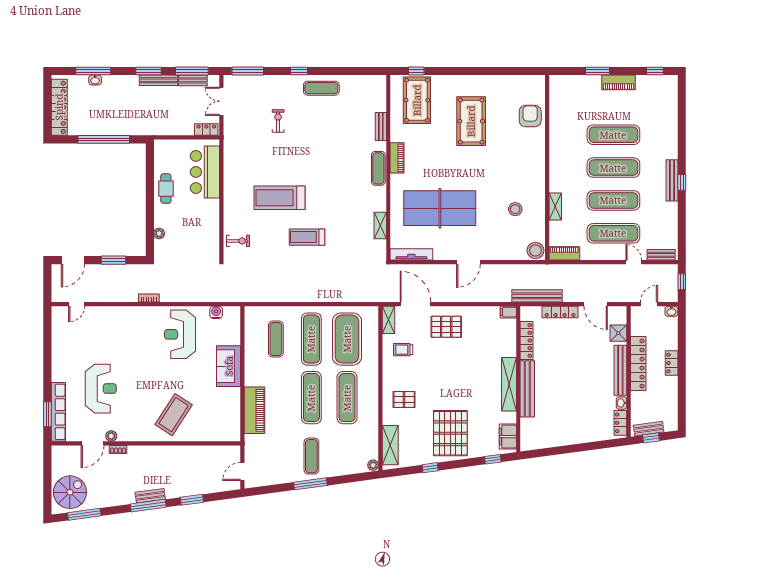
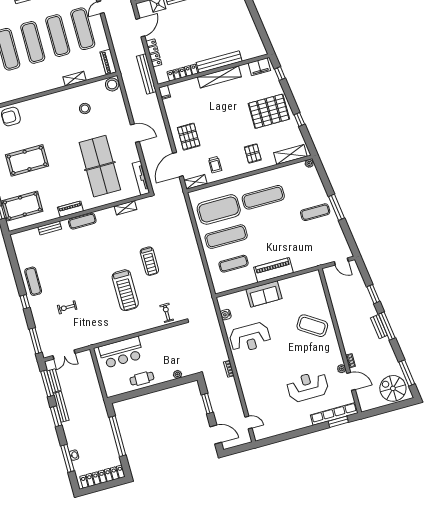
locker: (206, 130) -> (89, 360), removed
exercise mat: (311, 398) -> (271, 224), removed
piano: (255, 410) -> (273, 270), moved

